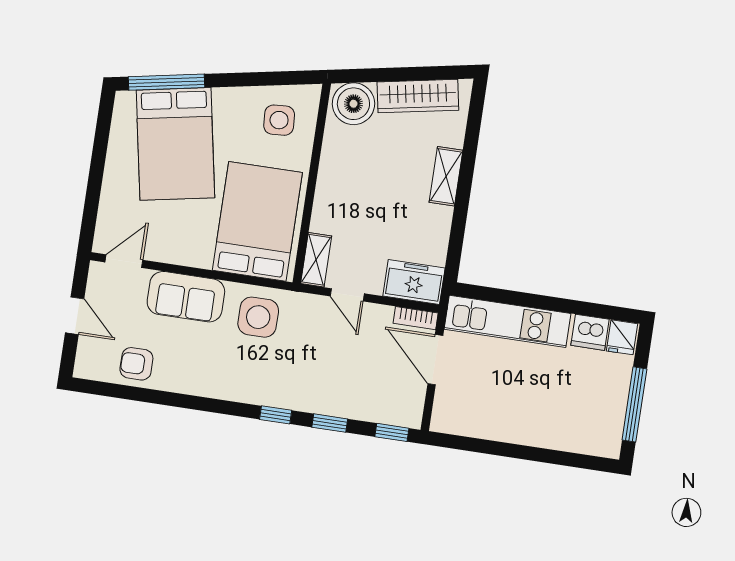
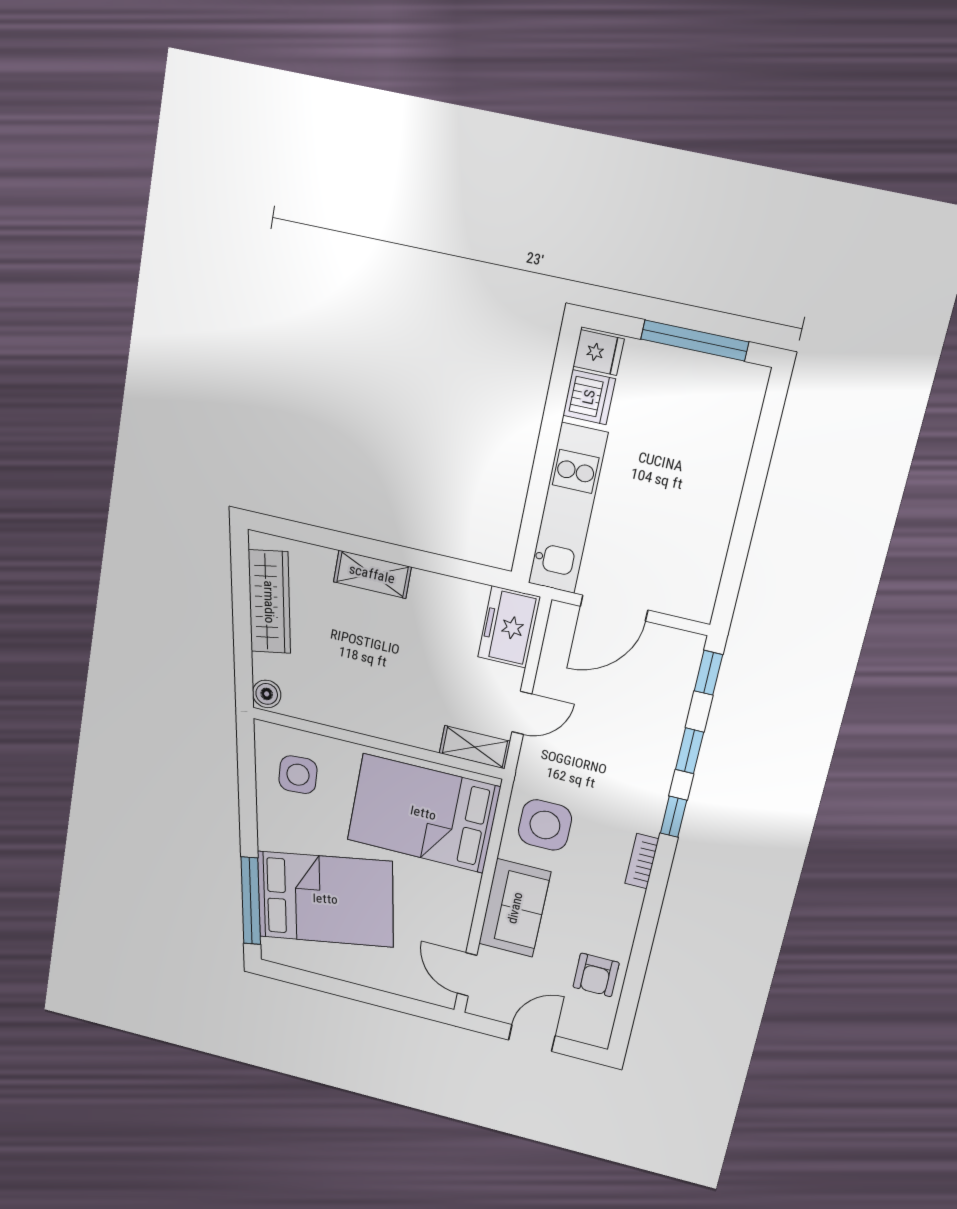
boiler: (353, 104) -> (267, 694), width x0.54, depth x0.54
bookcase: (416, 318) -> (642, 861), moved, turned 180

